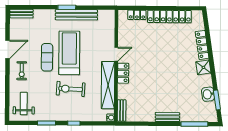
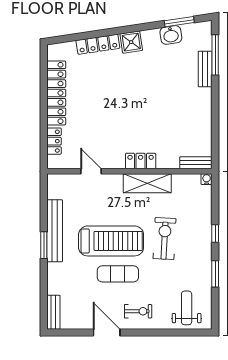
treadmill: (69, 53) -> (111, 241), turned 180
door: (116, 54) -> (91, 171), moved
shelving: (108, 85) -> (147, 183), width x0.68
exercise bike: (71, 89) -> (165, 239), turned 180
weight bench: (24, 103) -> (187, 308), turned 90
bench: (167, 117) -> (205, 69), moved

